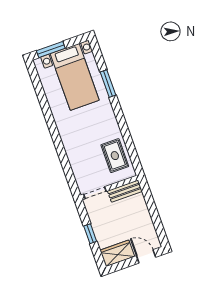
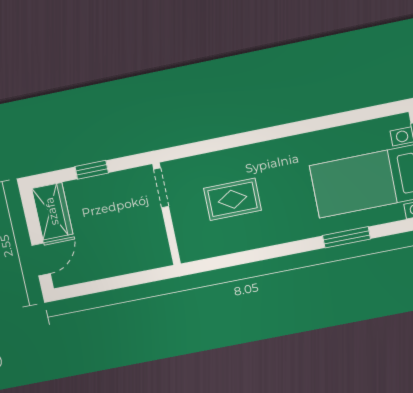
rug: (115, 156) -> (233, 199), moved
bench: (125, 191) -> (157, 240), removed

